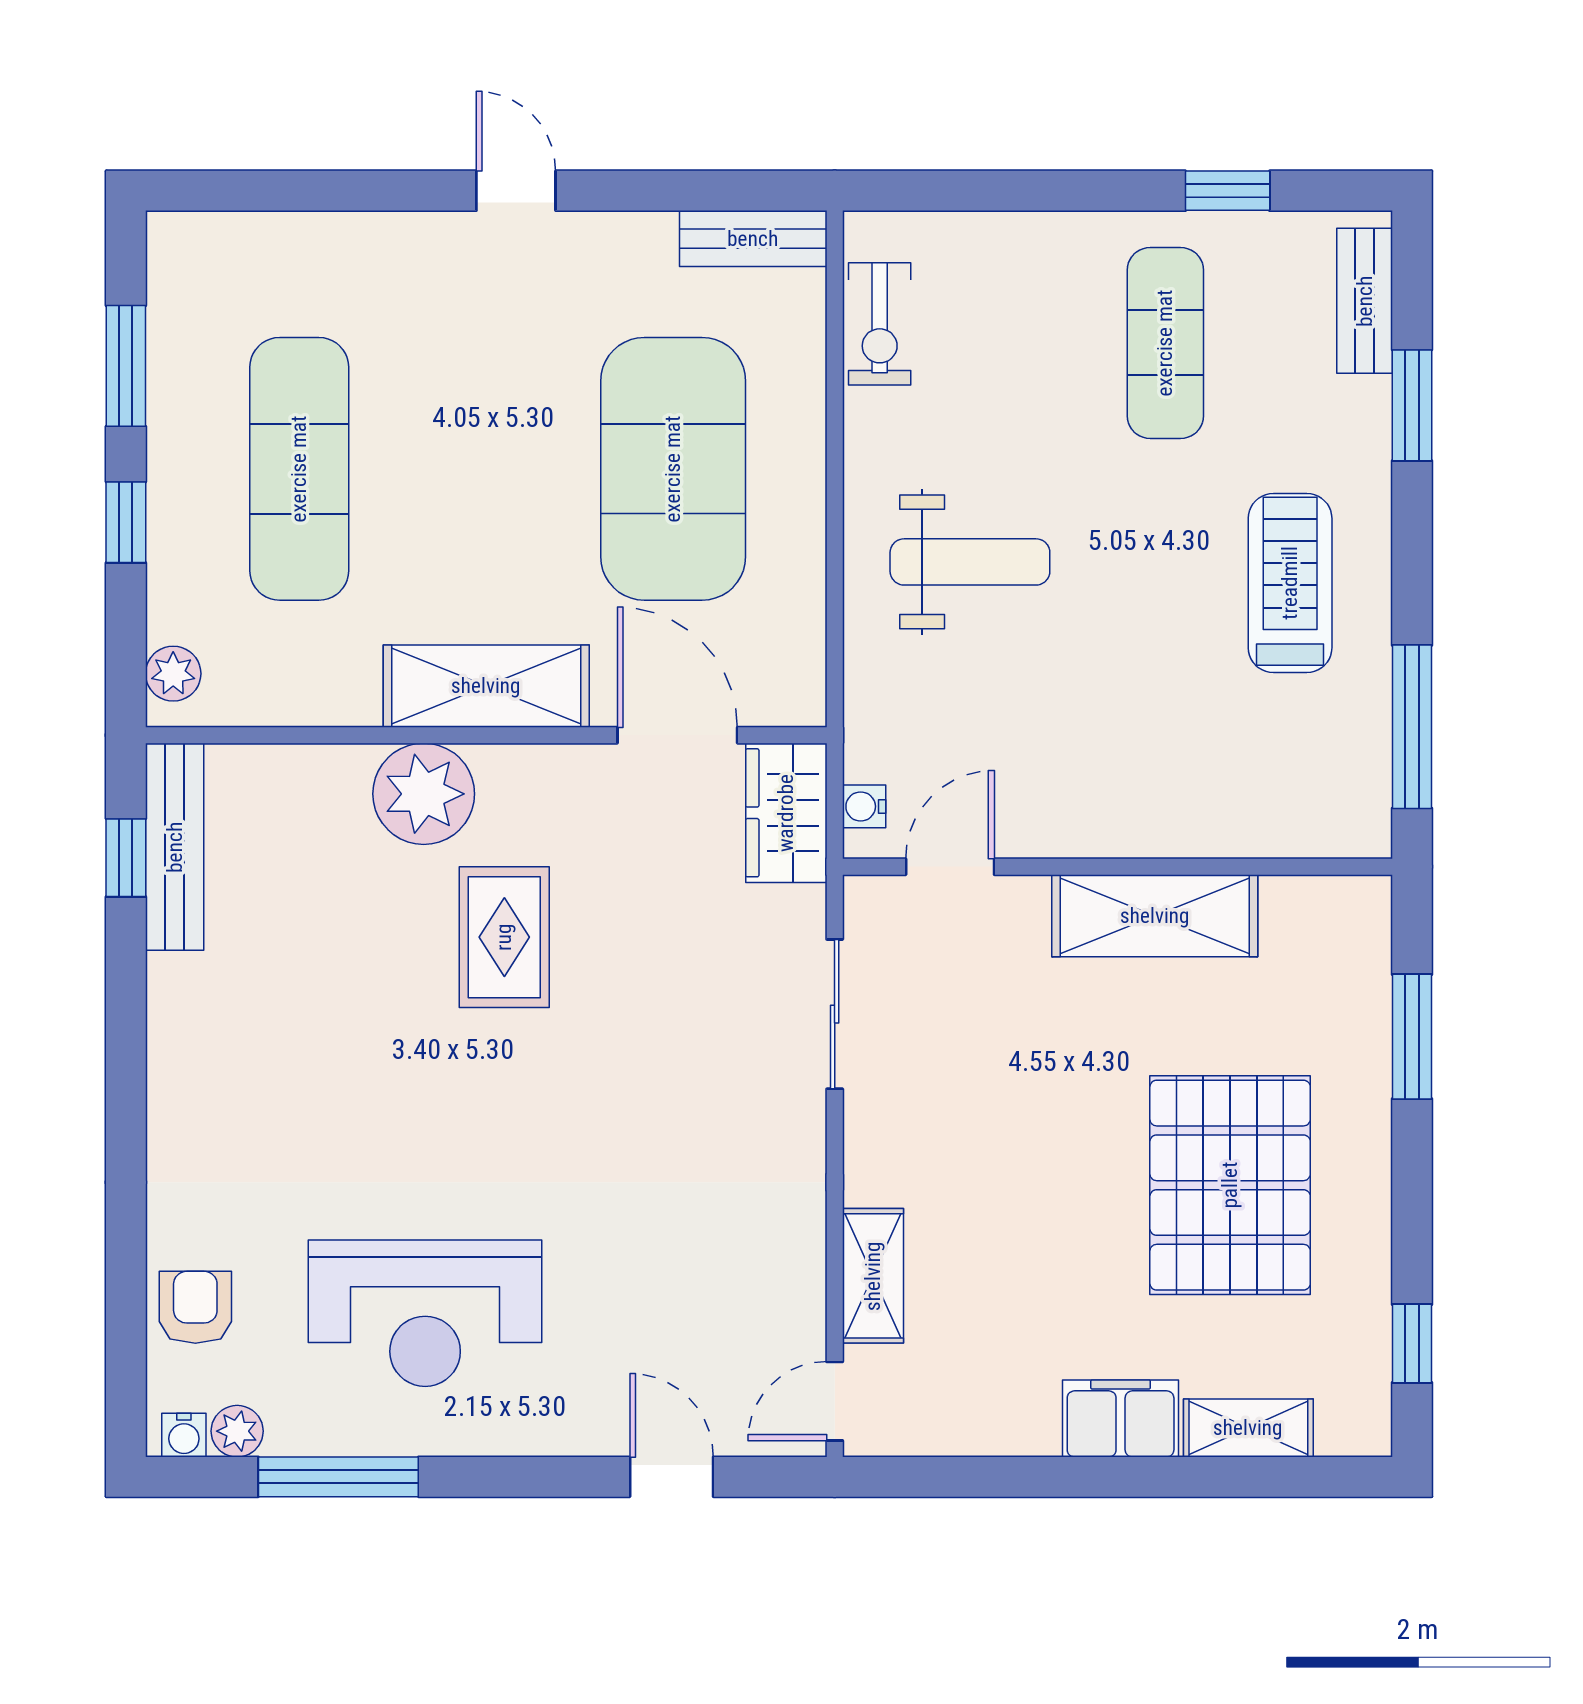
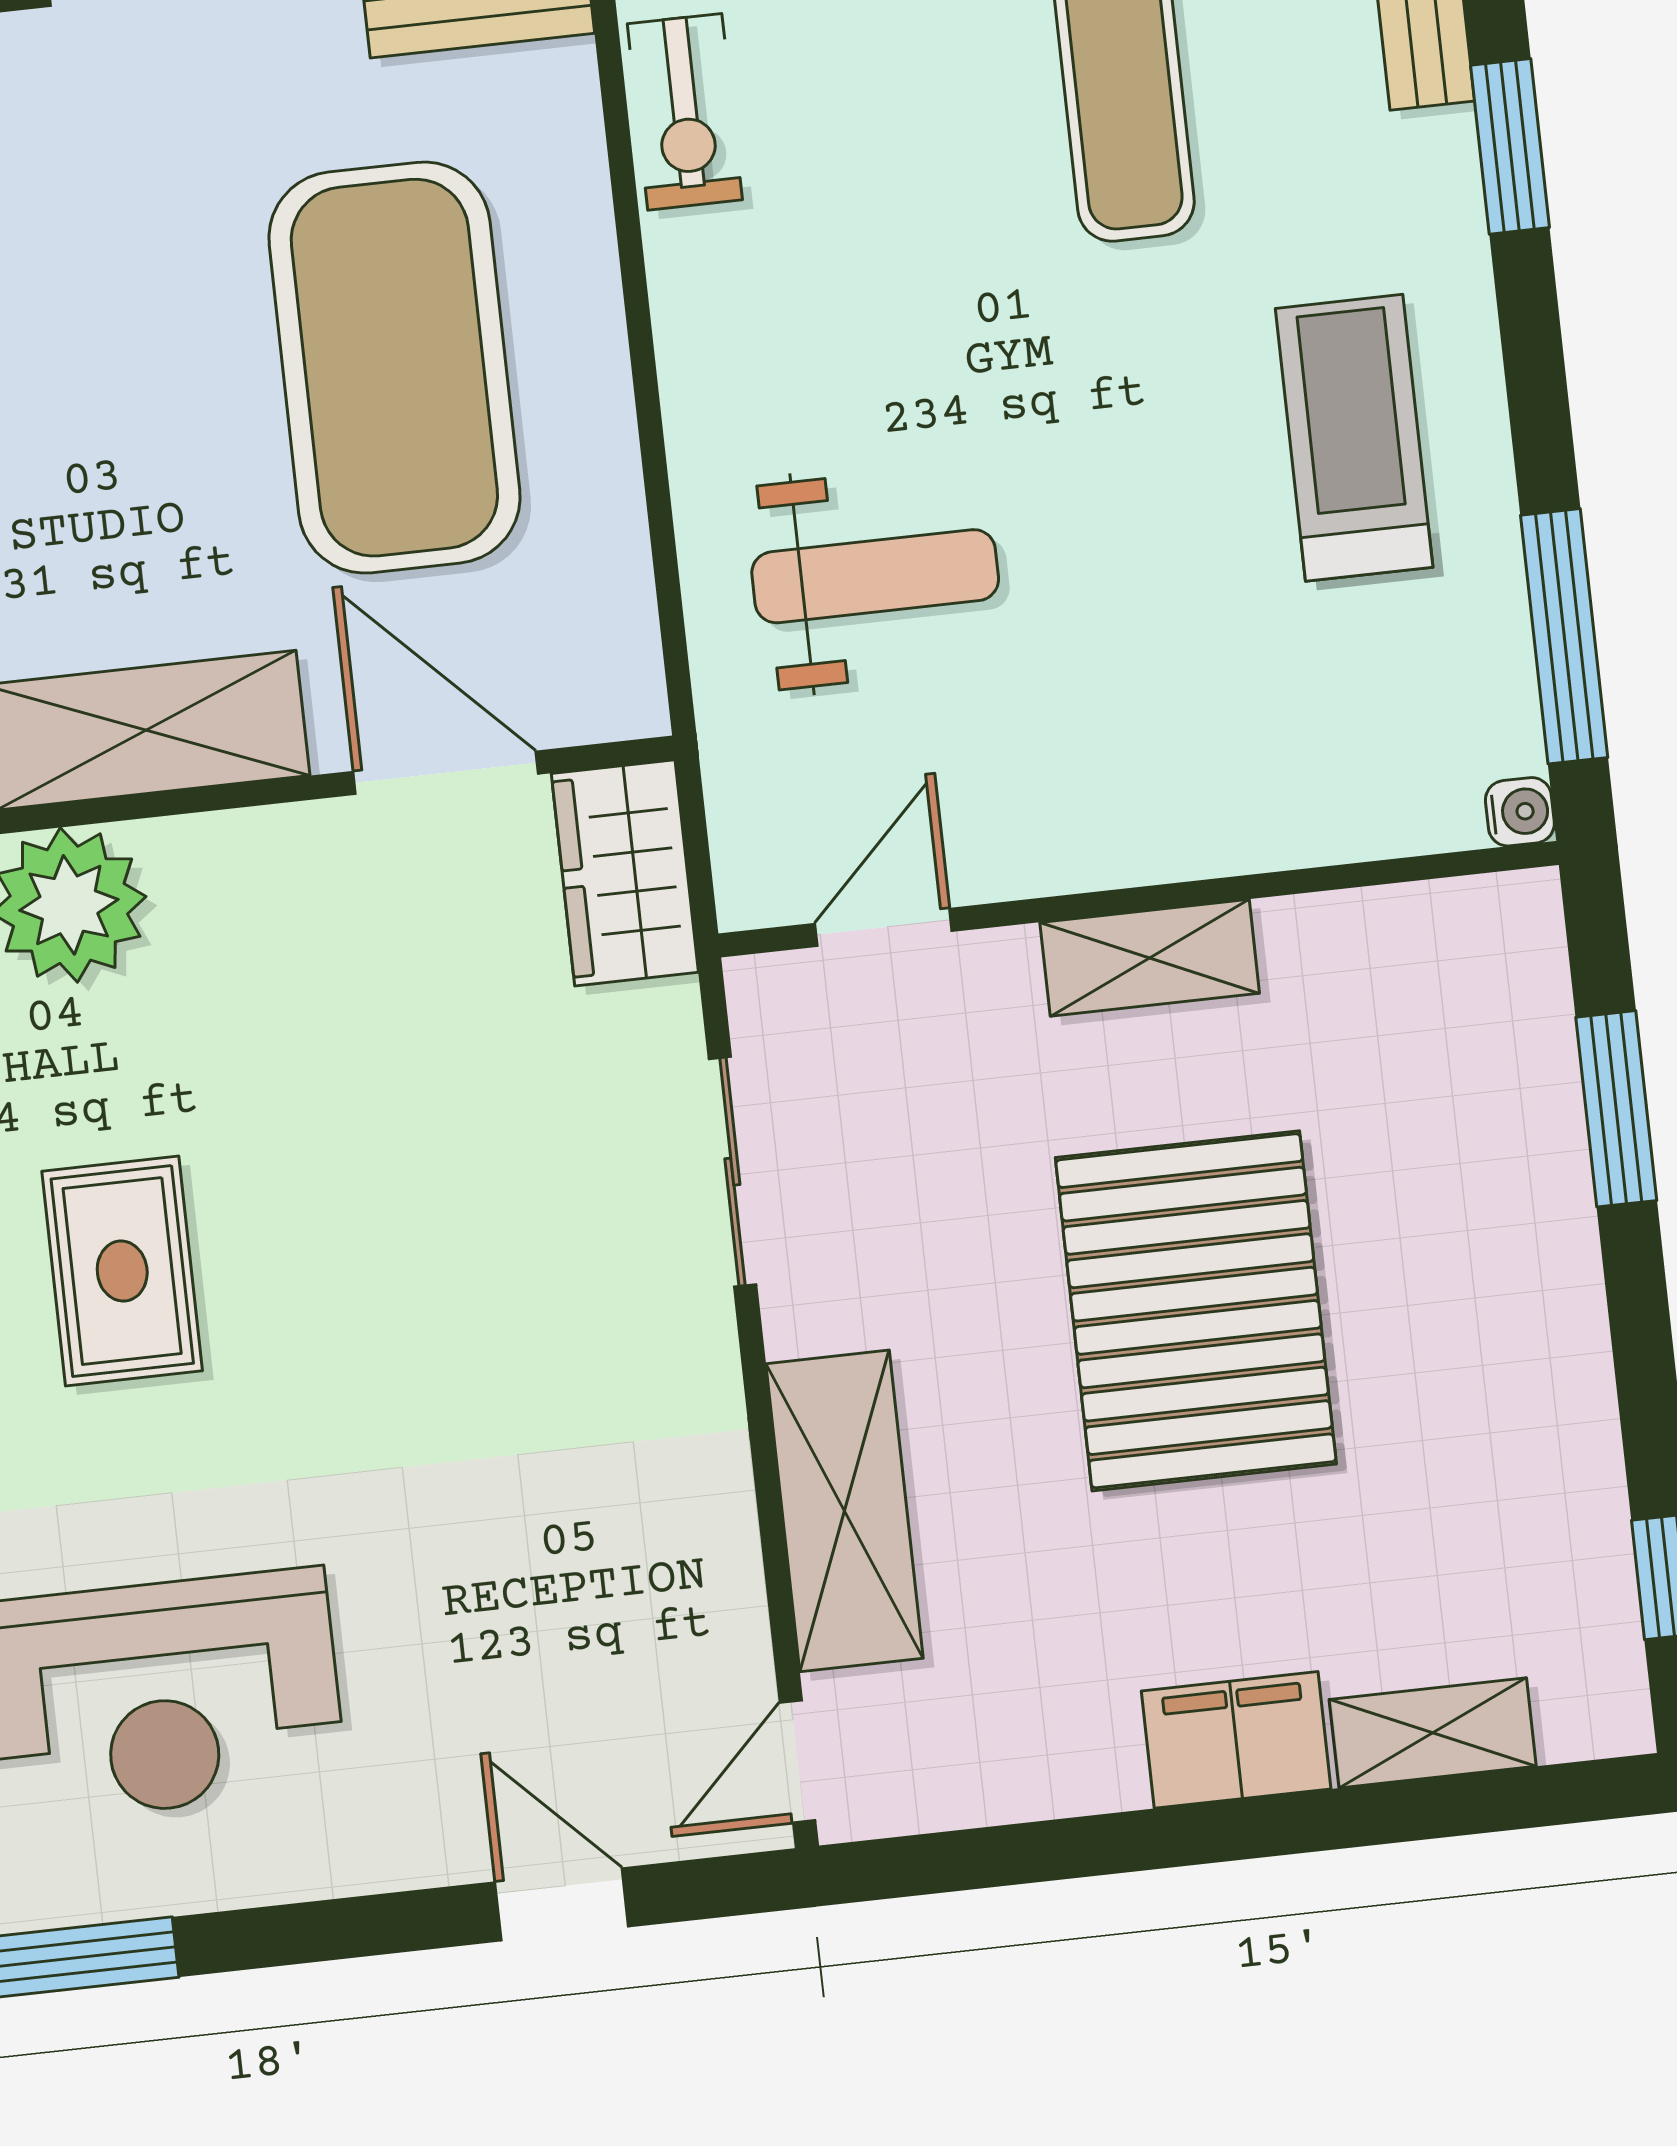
weight bench: (970, 562) -> (875, 576), moved
water cooler: (864, 806) -> (1520, 812), moved, turned 180
shelving: (1155, 916) -> (1150, 958), width x0.67, depth x0.75
rug: (504, 937) -> (122, 1271), moved
pallet: (1230, 1185) -> (1196, 1311), moved
shelving: (873, 1276) -> (845, 1511), width x1.50, depth x1.33

